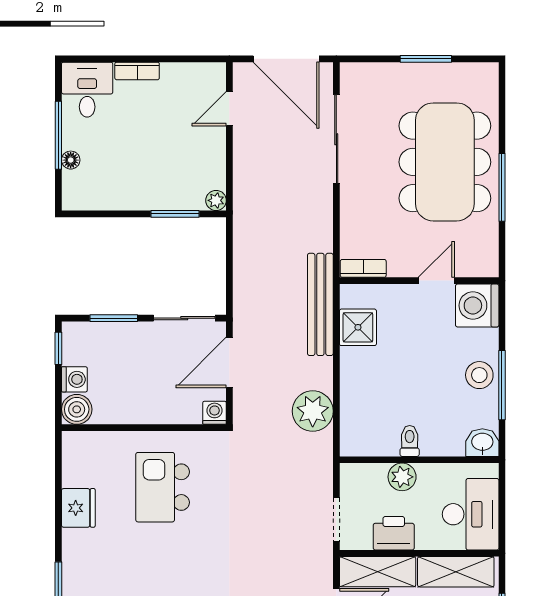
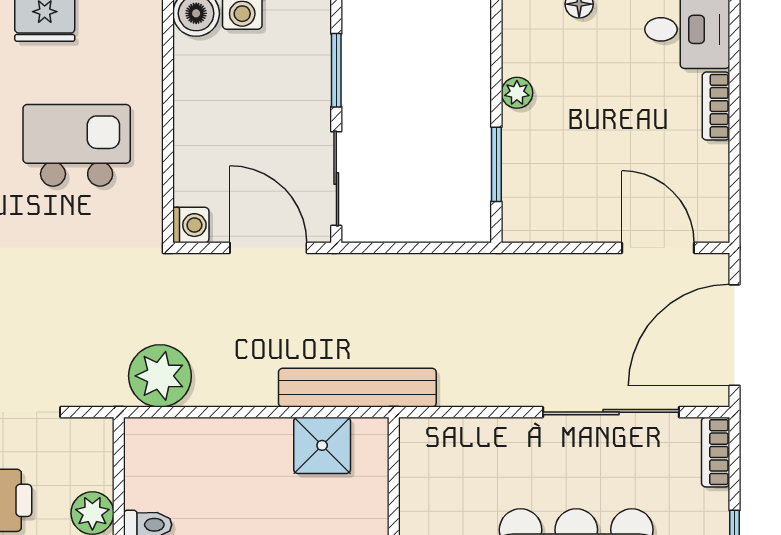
door: (229, 109) -> (658, 248), width x1.38
plant: (216, 200) -> (517, 93), moved
bookcase: (363, 268) -> (716, 452), moved, turned 180
plant: (313, 411) -> (160, 376), moved

